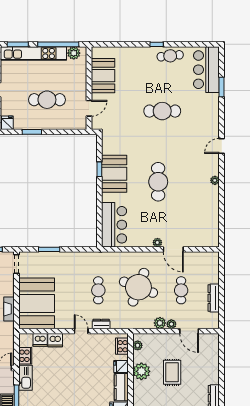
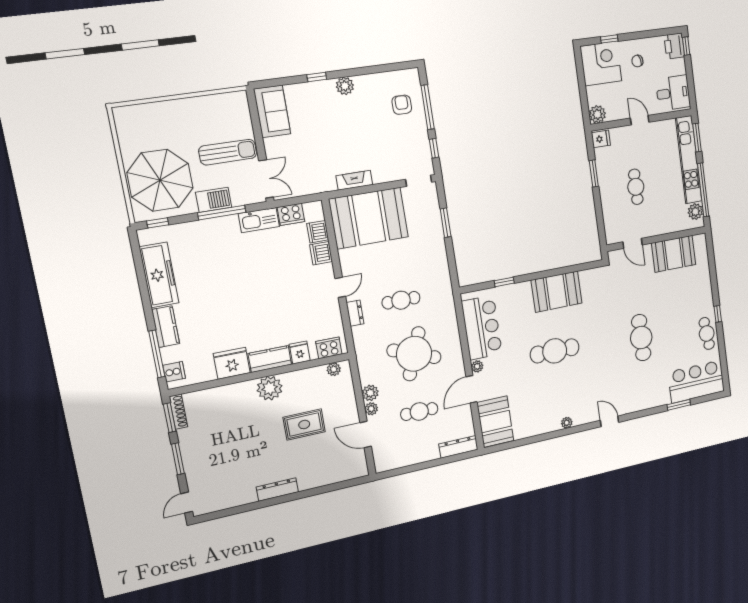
cafe table: (47, 100) -> (636, 187), width x0.73, depth x0.74
window: (99, 169) -> (504, 282), moved
bar counter: (114, 225) -> (482, 328), moved, turned -90
booth: (201, 235) -> (495, 422), added
dresser: (214, 298) -> (458, 447), moved
door: (189, 331) -> (366, 435), hinge flipped
plant: (141, 371) -> (270, 388), moved

